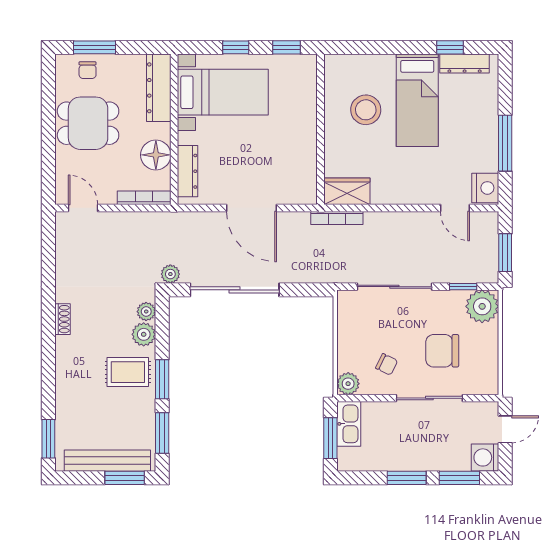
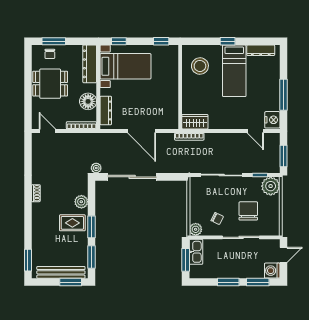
window: (236, 47) -> (119, 41), moved
window: (450, 47) -> (228, 41), moved
stool: (366, 110) -> (200, 66), moved
plant: (146, 312) -> (83, 189), removed
chair: (442, 351) -> (248, 211), turned 90

